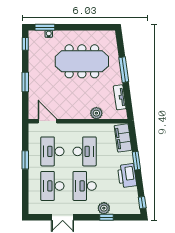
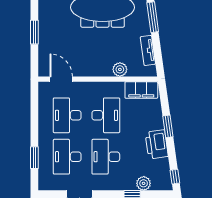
filing cabinet: (123, 138) -> (141, 90), moved, turned -82
window: (25, 160) -> (34, 158), moved
plant: (104, 208) -> (144, 183), moved

